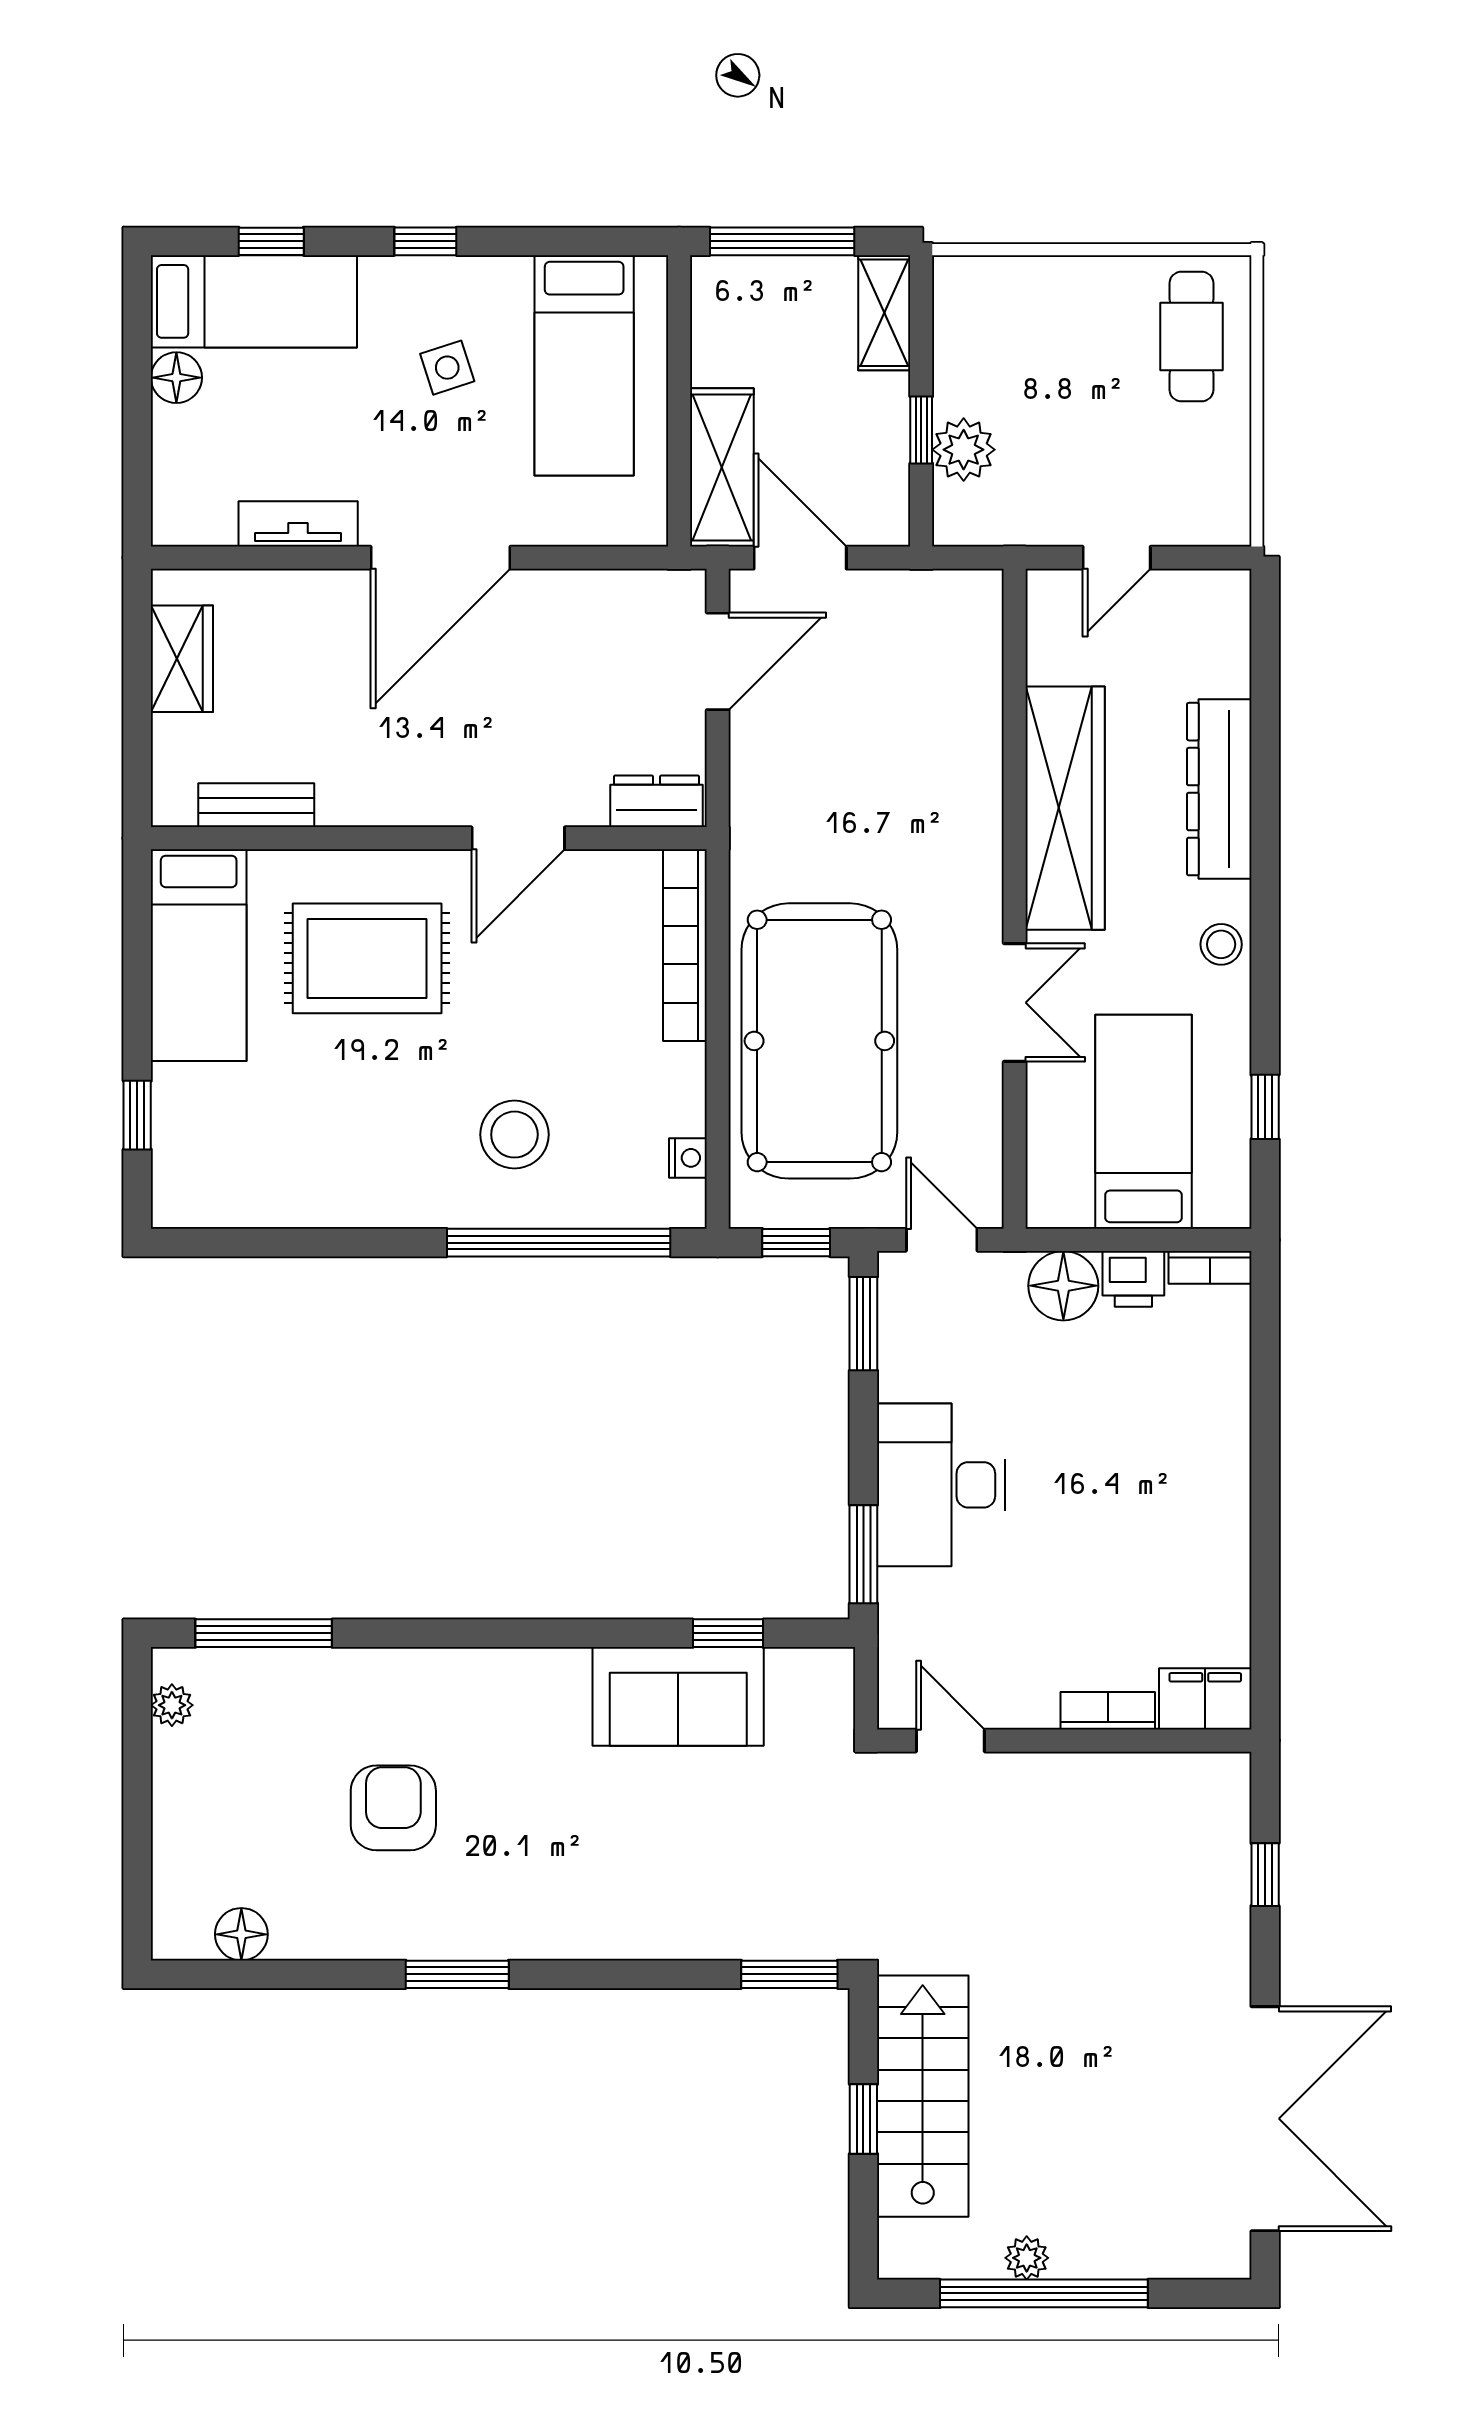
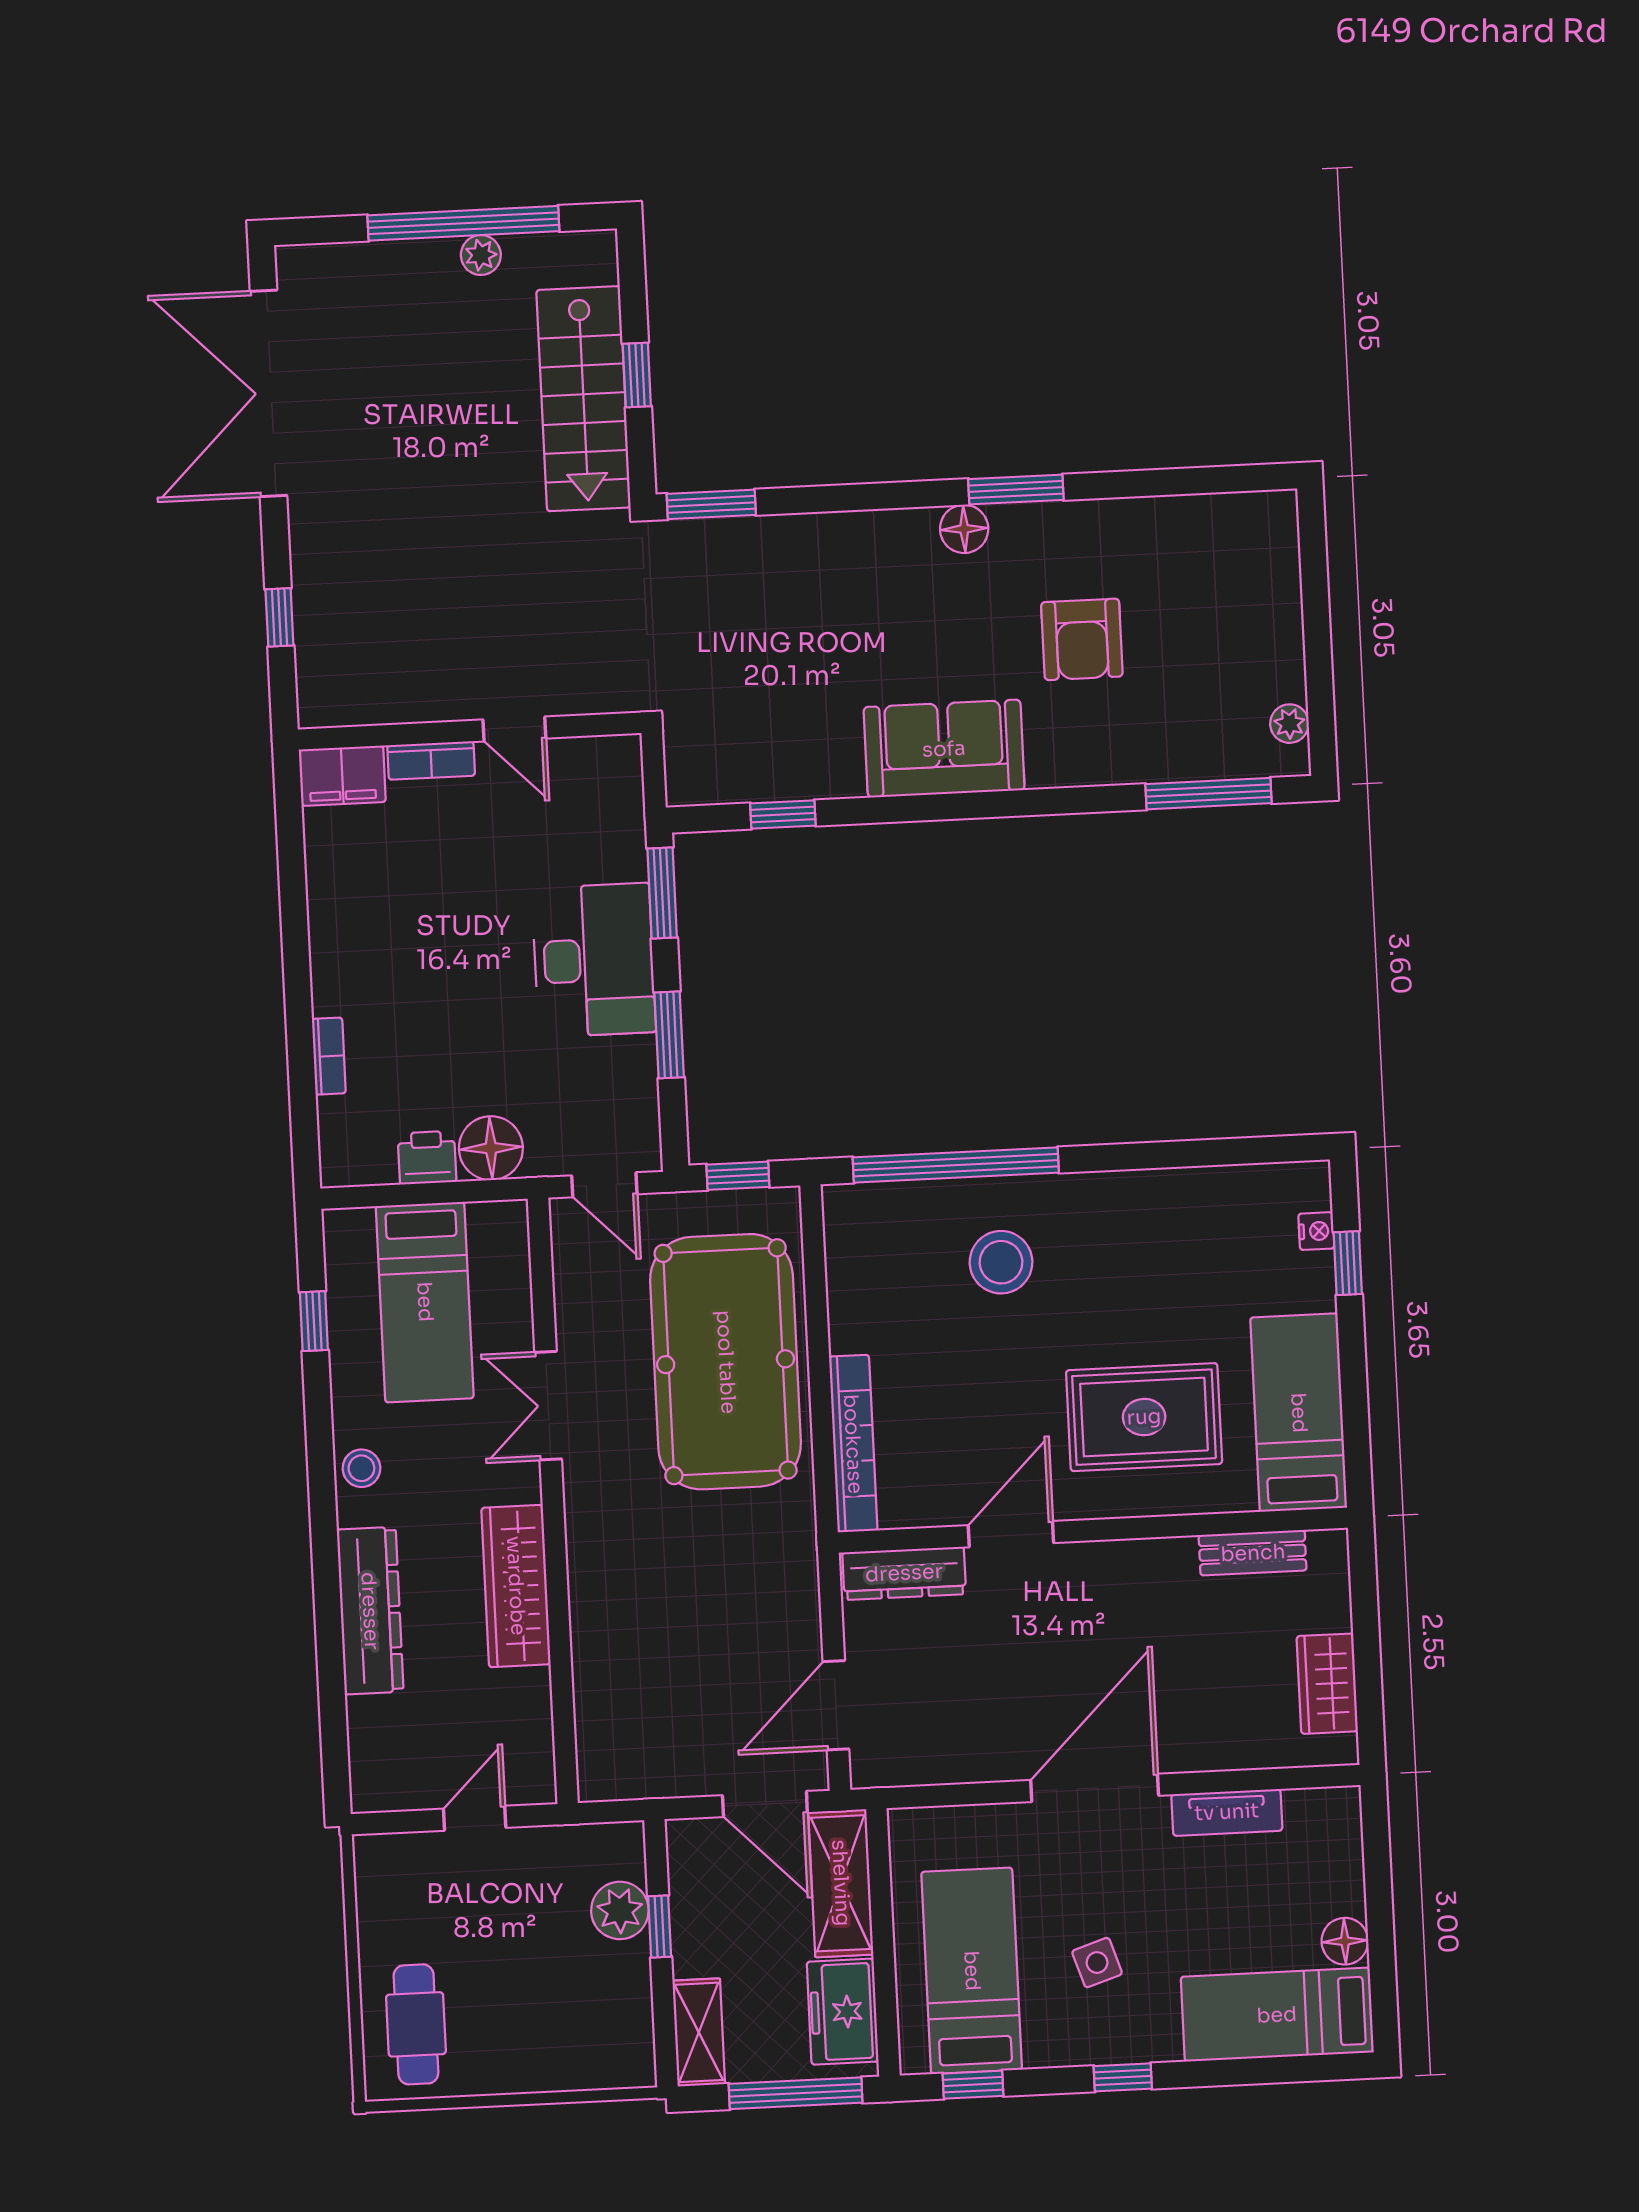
window: (271, 241) -> (973, 2085), moved
freezer: (727, 328) -> (843, 2012), added
dresser: (657, 801) -> (904, 1573), width x1.44
wardrobe: (1065, 808) -> (516, 1586), width x0.71, depth x0.85
nightstand: (688, 1158) -> (1316, 1231), moved, turned 180
bookcase: (1210, 1267) -> (329, 1056), moved, turned 90
window: (863, 1324) -> (669, 1035), moved
sofa: (678, 1696) -> (944, 749), moved
door: (950, 1741) -> (514, 729), moved
floor lamp: (241, 1934) -> (964, 529), moved

